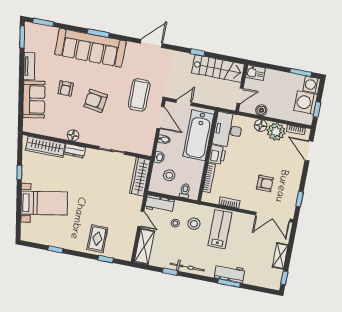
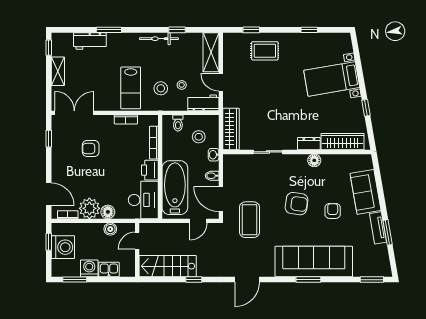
window: (22, 37) -> (388, 232), moved
kitchen sink: (255, 73) -> (109, 270), moved
washing machine: (312, 85) -> (89, 268), moved, turned -90
rug: (97, 239) -> (265, 51), turned 90
workbench: (230, 273) -> (90, 41), moved

